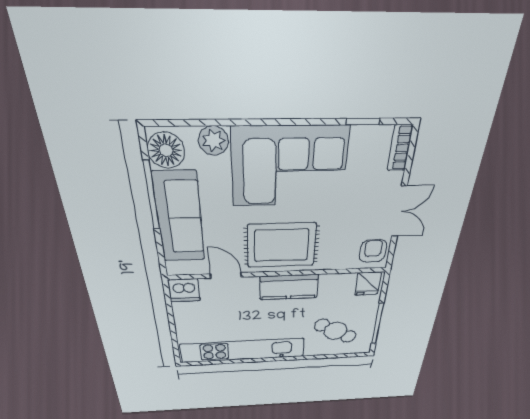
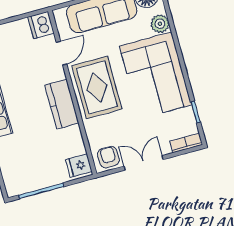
double door: (399, 212) -> (144, 163), swing flipped
armchair: (373, 251) -> (108, 157), turned -90
cafe table: (335, 331) -> (26, 157), removed

